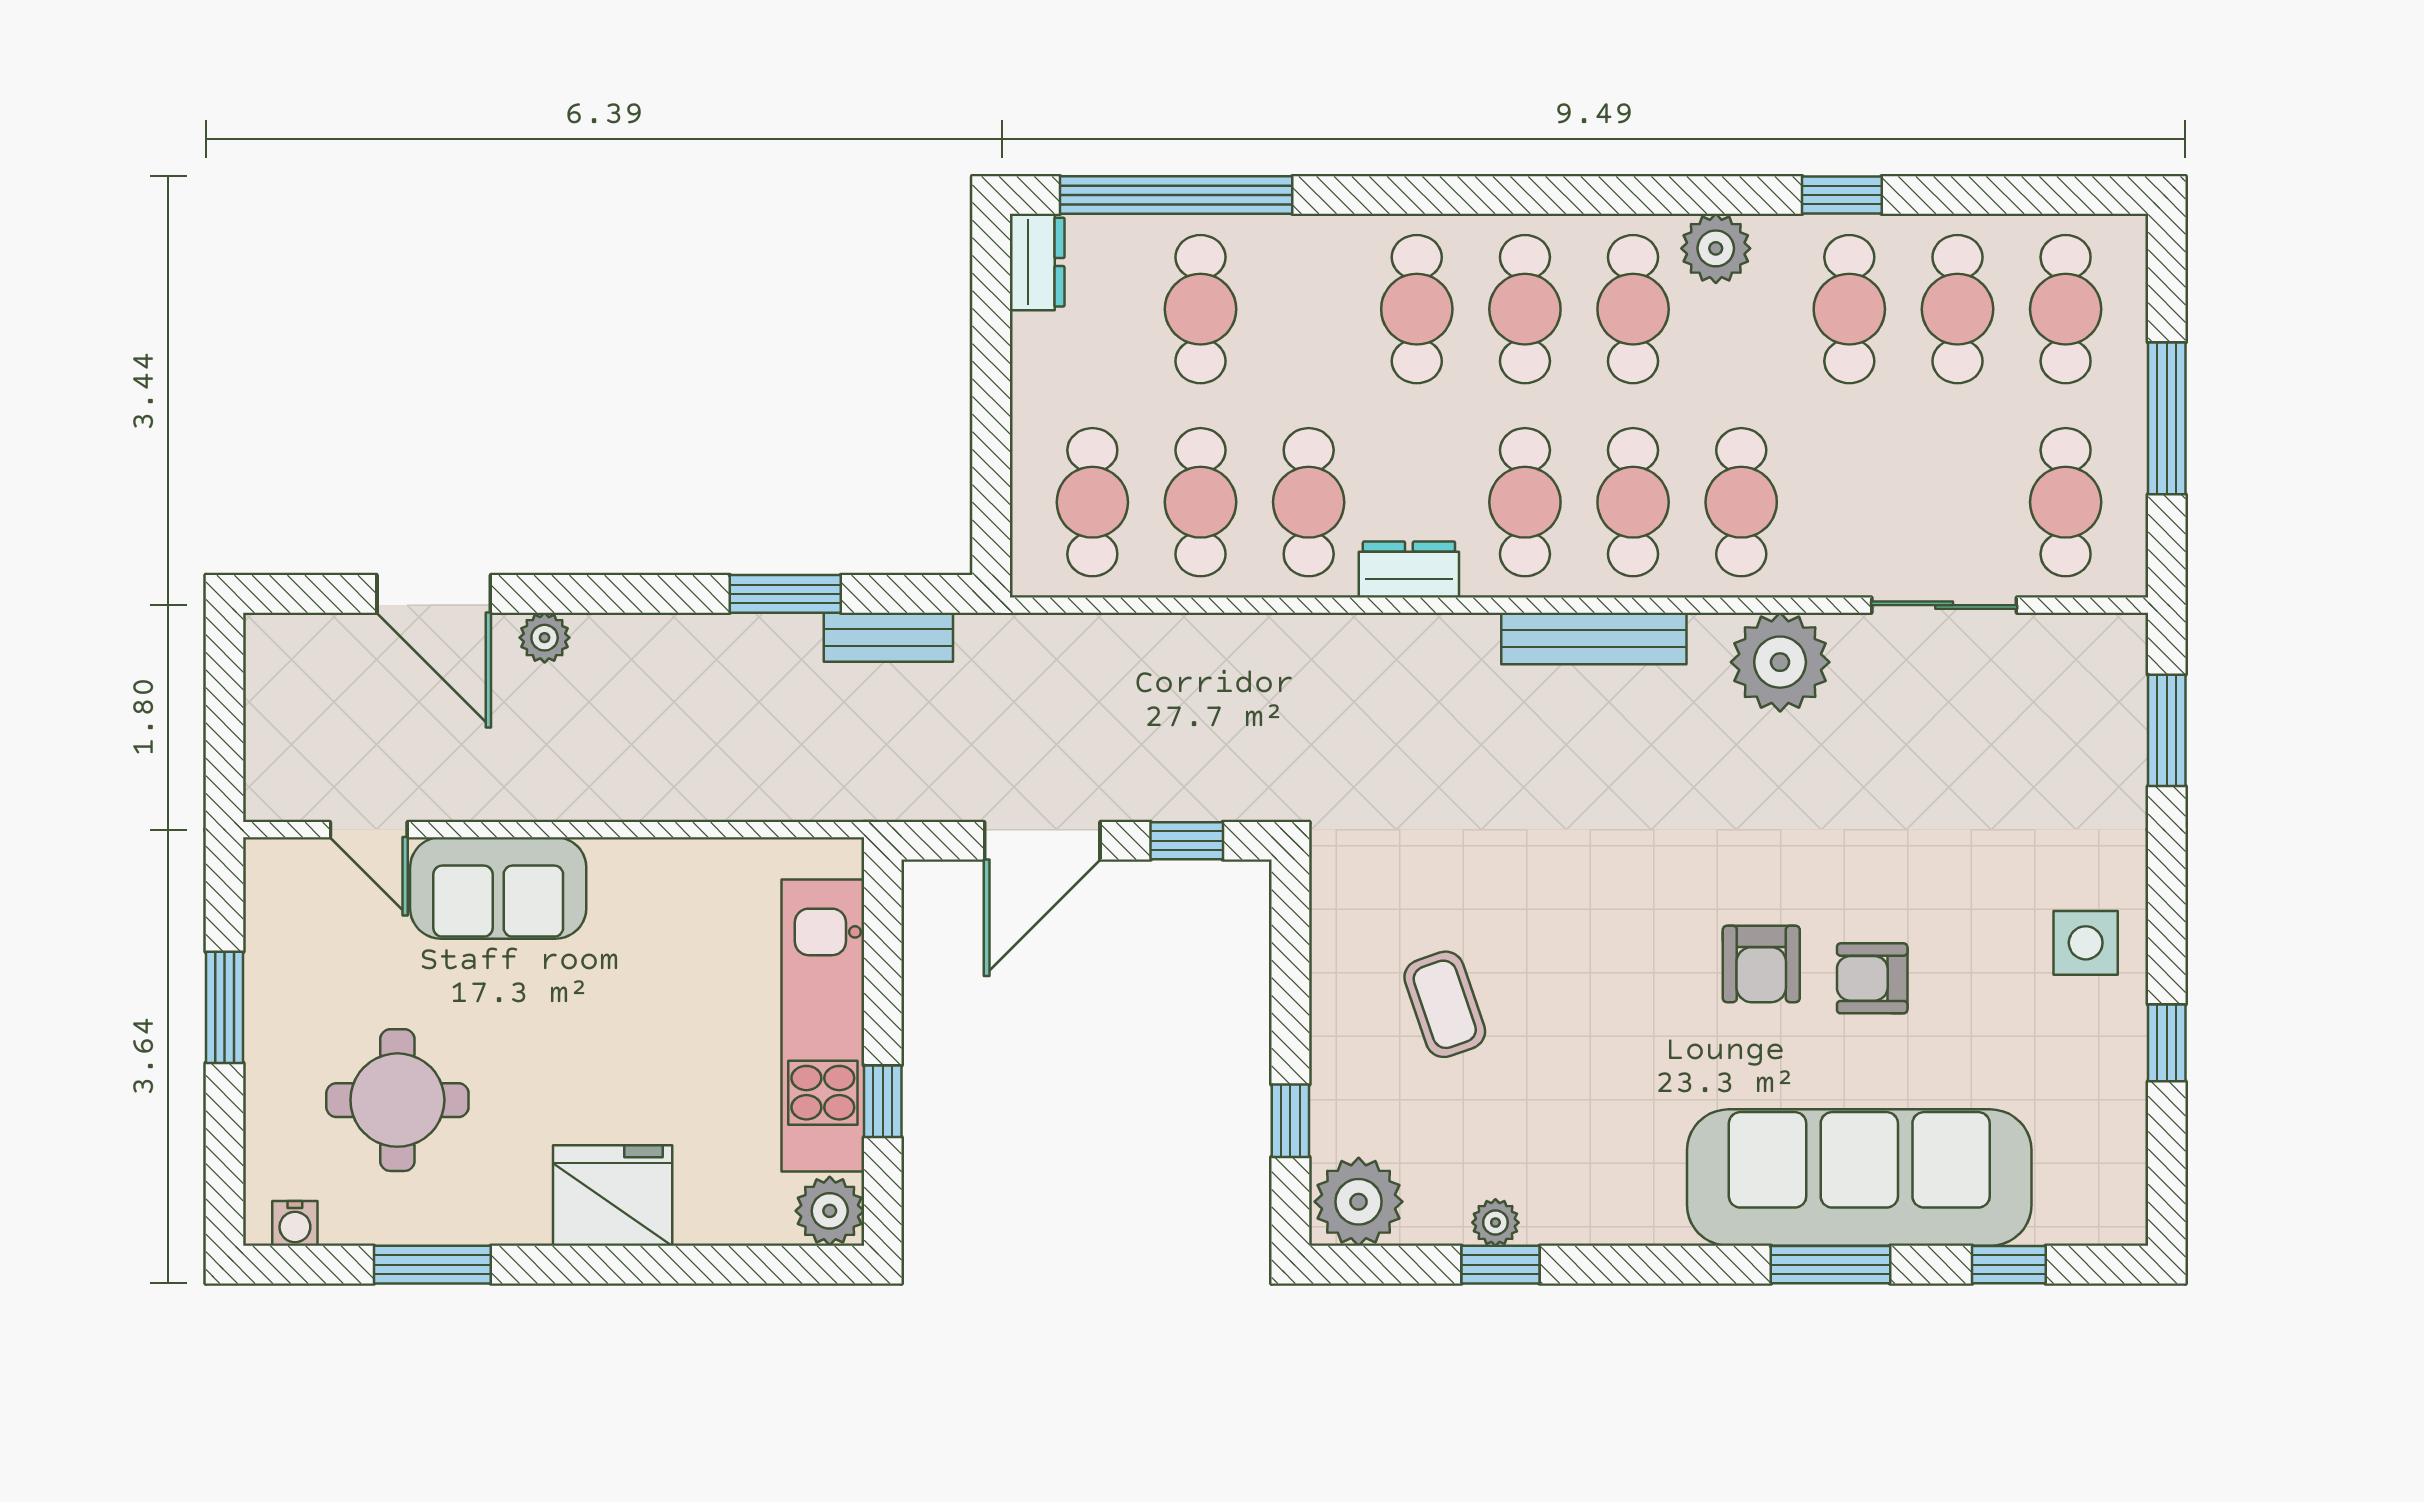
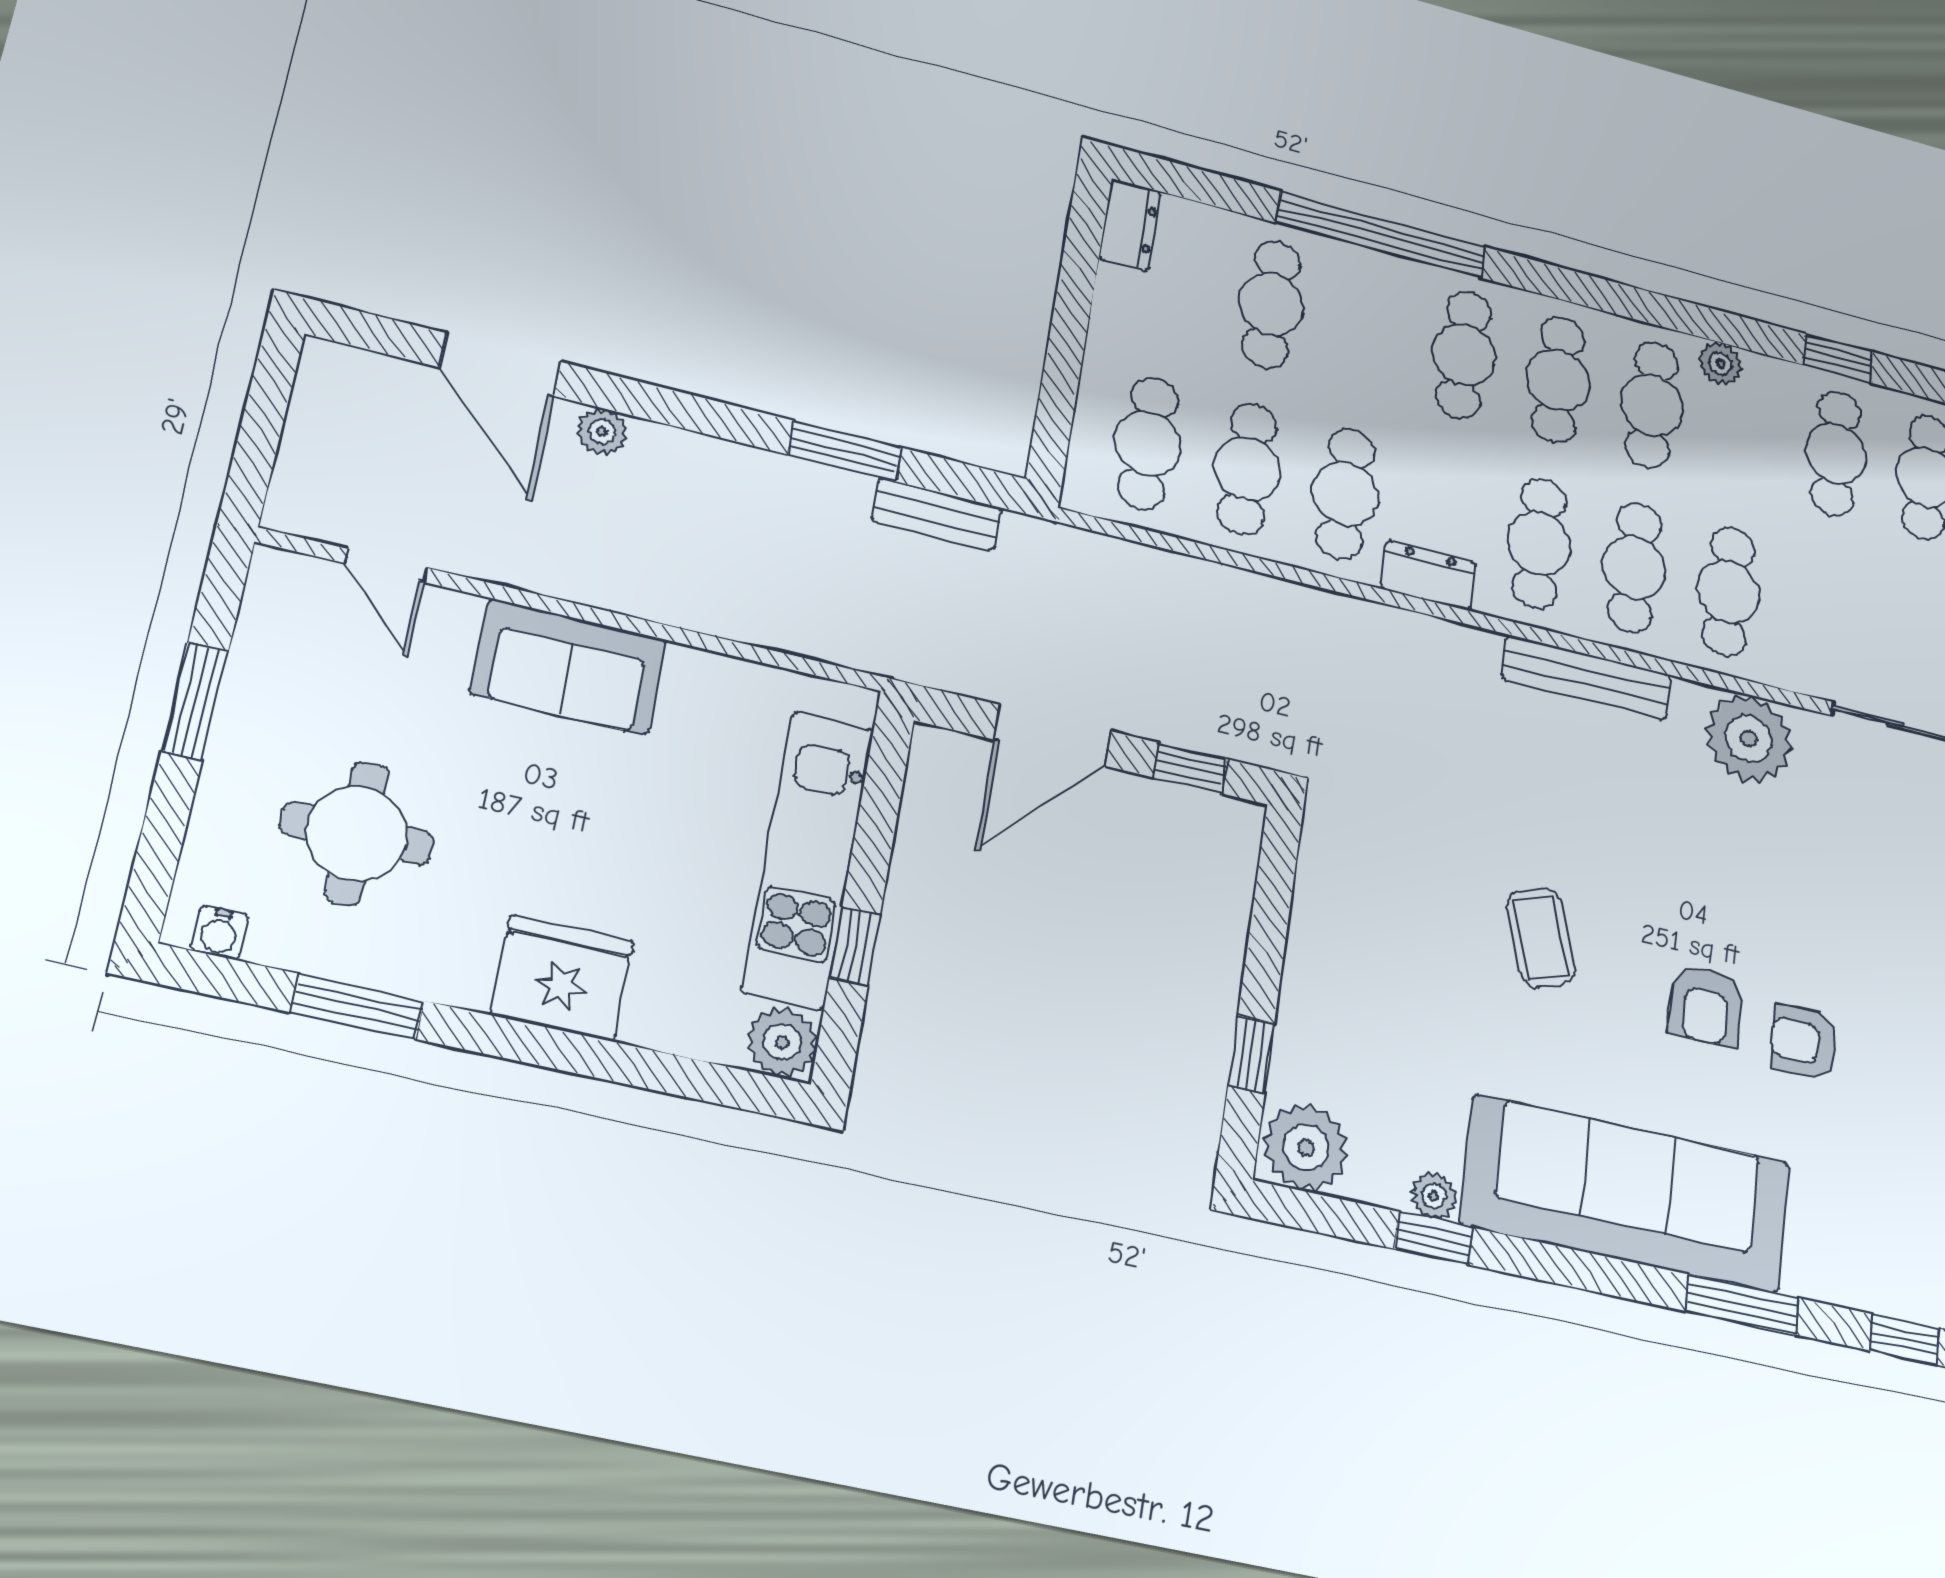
window: (1176, 195) -> (1381, 235), moved
plant: (1716, 248) -> (1720, 363), width x0.73, depth x0.73
sofa: (498, 888) -> (569, 667), moved
coffee table: (1445, 1004) -> (1541, 938), moved
sofa: (1859, 1178) -> (1626, 1194), moved

